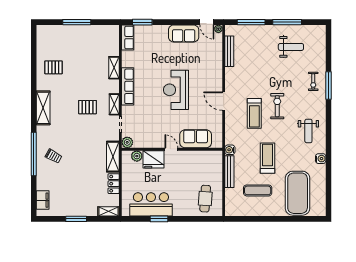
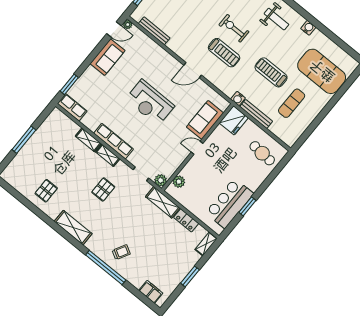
shelving: (114, 104) -> (108, 155), moved
fridge: (154, 159) -> (234, 120), moved

